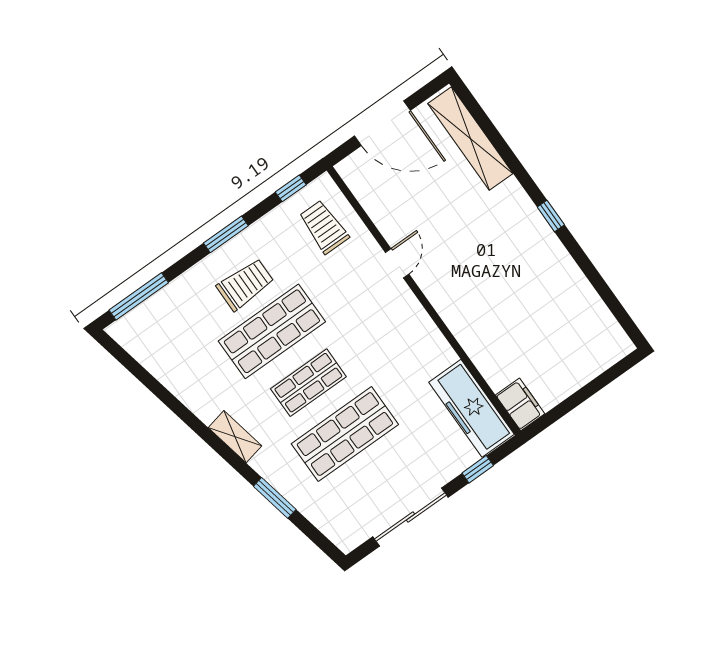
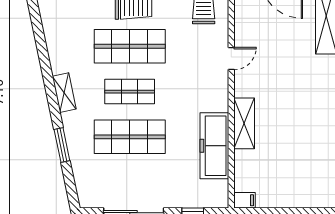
shelving: (464, 326) -> (244, 123), added
filing cabinet: (520, 404) -> (245, 200), width x0.50
freezer: (471, 408) -> (214, 146), moved

